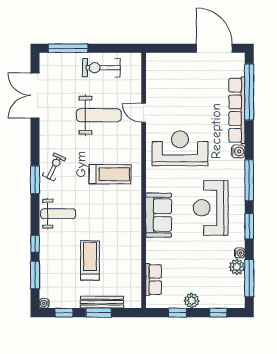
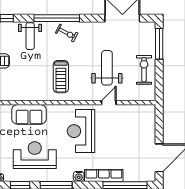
row of seats: (237, 110) -> (104, 175), width x0.73
weight bench: (99, 115) -> (107, 68), turned 180
reception desk: (180, 148) -> (81, 131), turned 180
window: (35, 180) -> (57, 18), width x2.11

